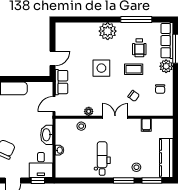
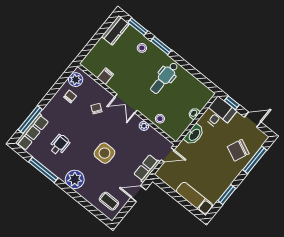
plant: (166, 66) -> (76, 80), moved
coffee table: (134, 69) -> (109, 201), moved
kitchen counter: (166, 158) -> (115, 30), width x0.67

